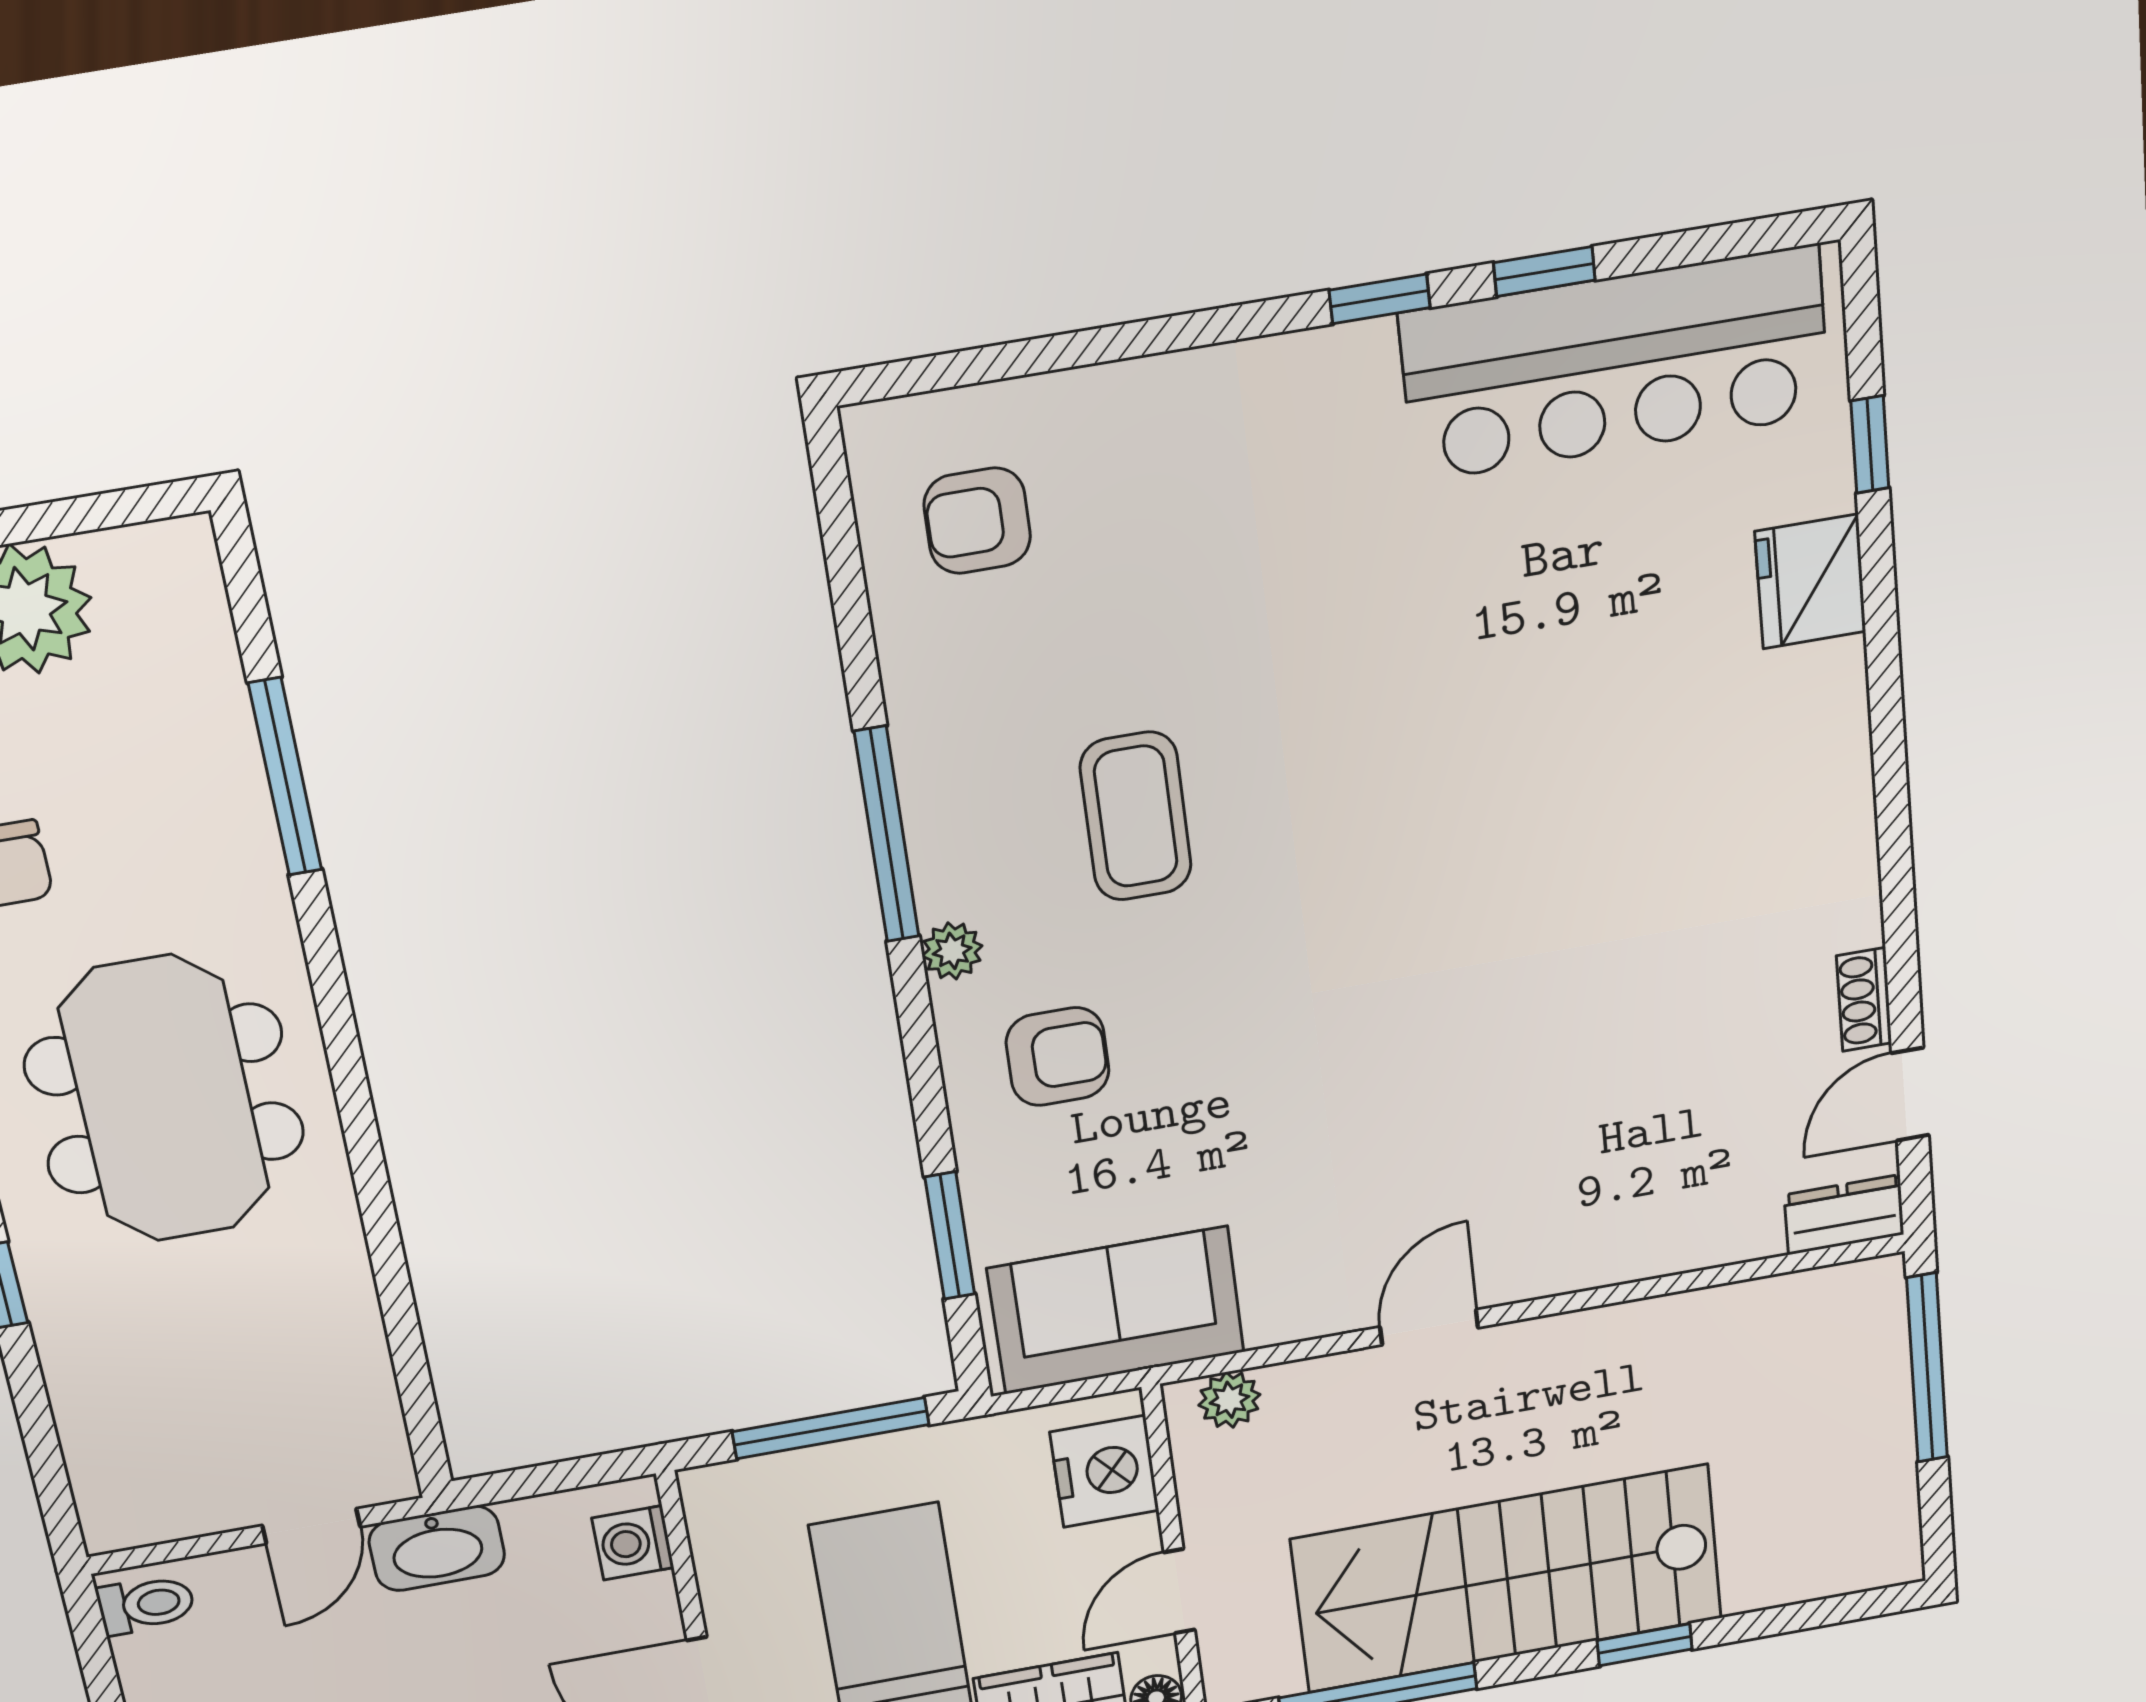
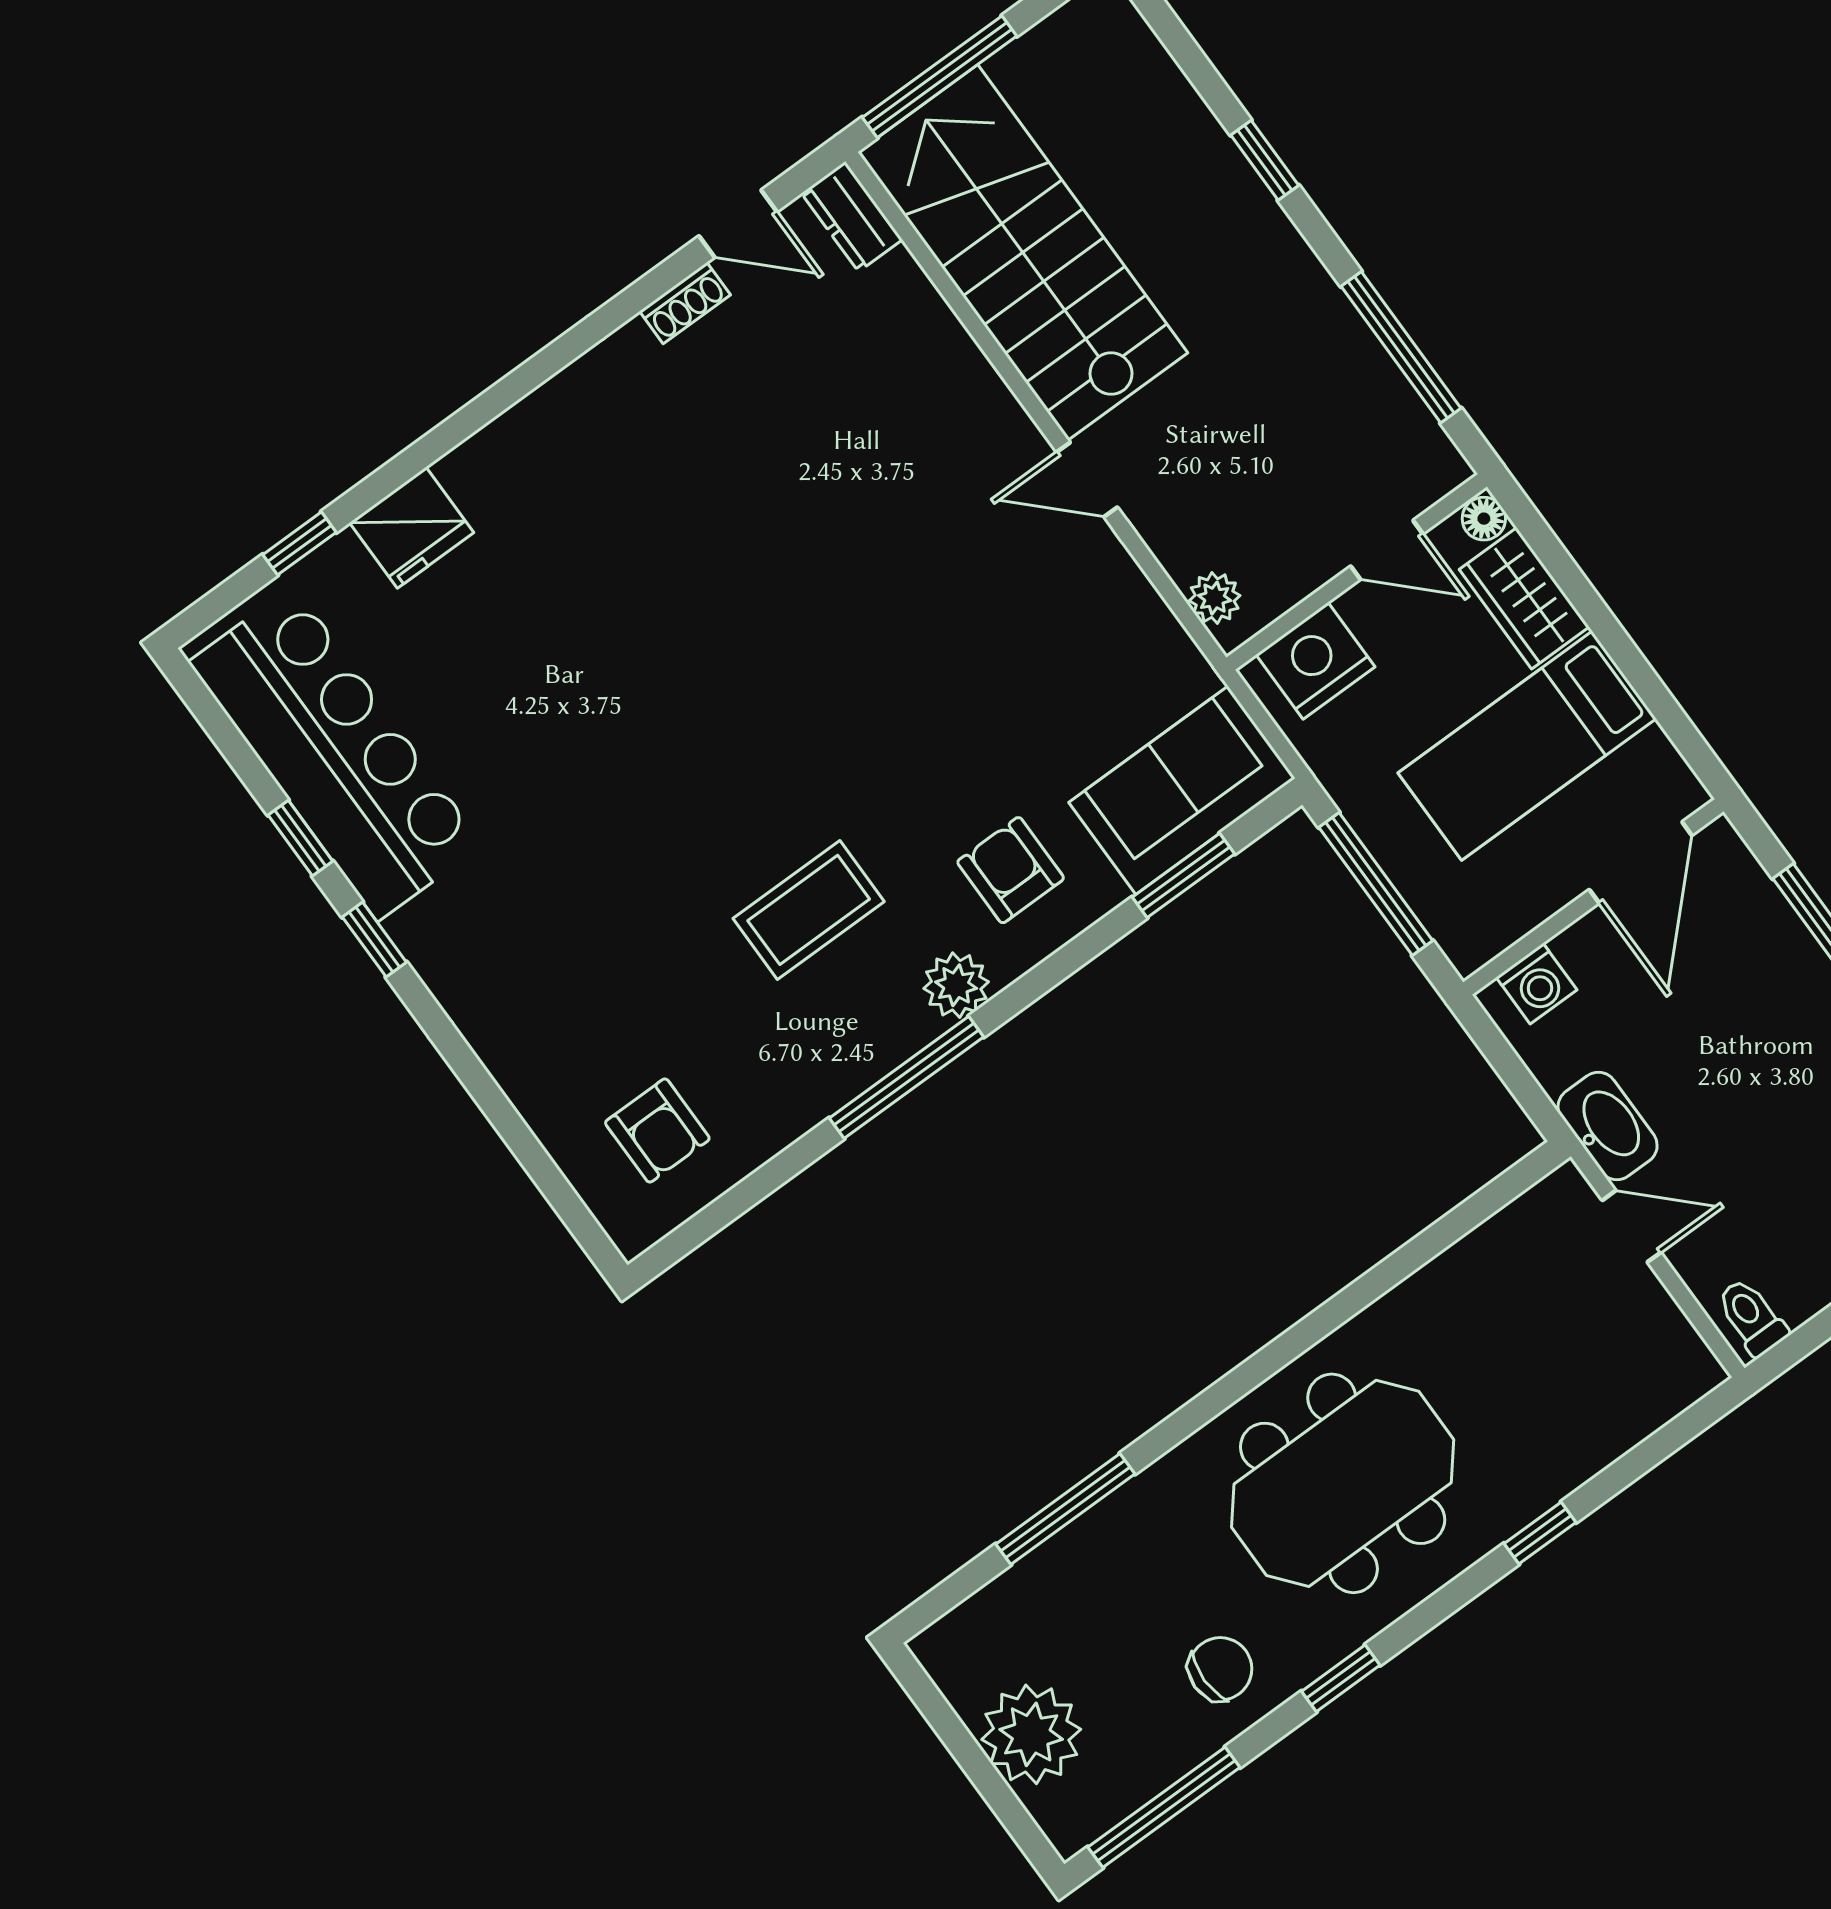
plant: (952, 951) -> (956, 985), width x1.38, depth x1.38
sofa: (1116, 1310) -> (1182, 790), moved, turned 90
stairs: (1507, 1579) -> (1023, 252), moved, turned 180

